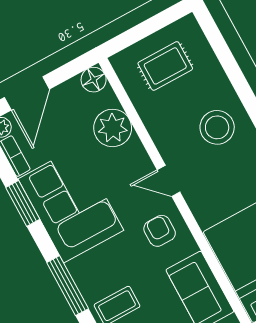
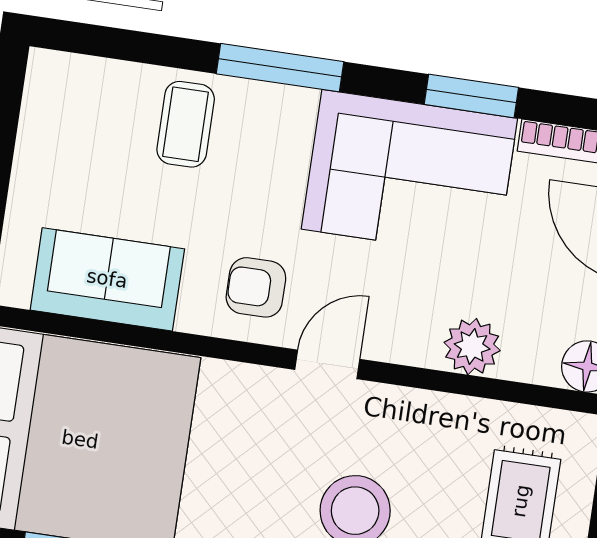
plant: (113, 128) -> (472, 347), width x0.73, depth x0.73
armchair: (160, 231) -> (256, 287), turned 180

